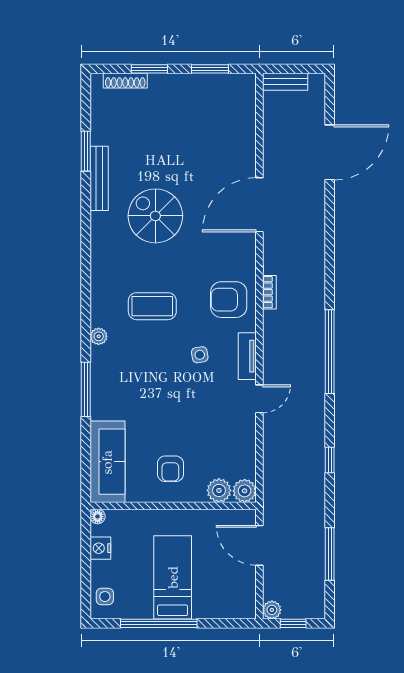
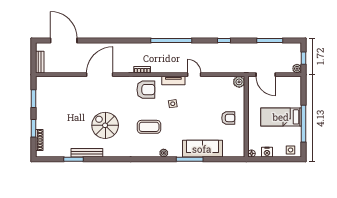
door: (330, 152) -> (64, 40), moved
door: (259, 205) -> (100, 75), swing flipped
spiral stairs: (155, 216) -> (105, 125), turned 90
armchair: (229, 300) -> (146, 90), turned -90
coffee table: (152, 306) -> (149, 127), turned 90
sofa: (107, 462) -> (202, 149), moved
plant: (219, 490) -> (239, 94), removed
door: (259, 545) -> (266, 75), hinge flipped

